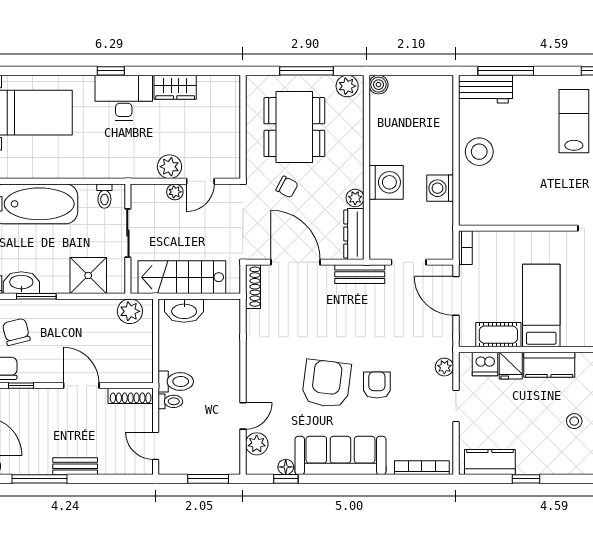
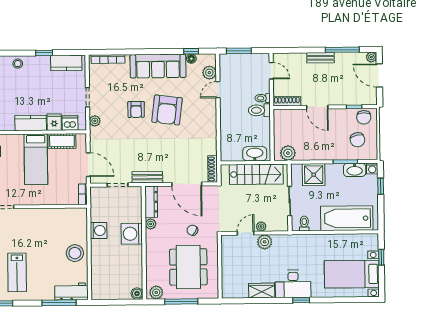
stool: (574, 421) -> (18, 64), moved

